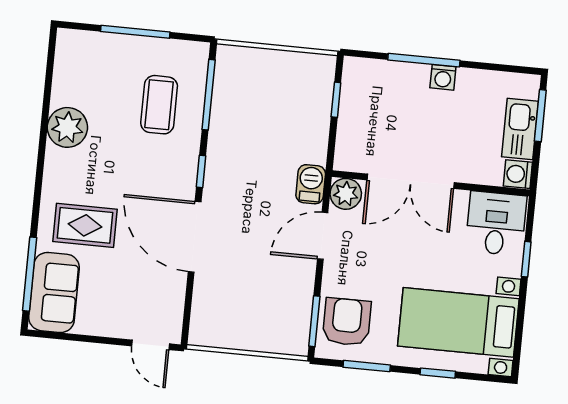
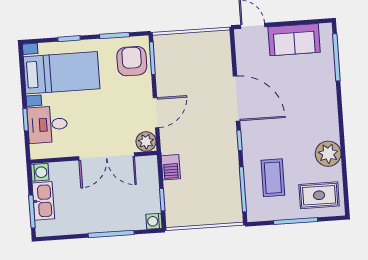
washing machine: (443, 77) -> (154, 221), moved, turned -90
double door: (411, 181) -> (107, 156), swing flipped
barbecue: (311, 184) -> (171, 167), moved
desk: (496, 223) -> (47, 125), moved, turned 90
rug: (85, 225) -> (319, 195), moved
sofa: (54, 292) -> (294, 40), moved, turned -90
armchair: (347, 322) -> (132, 61), turned 180

